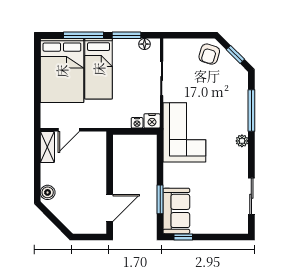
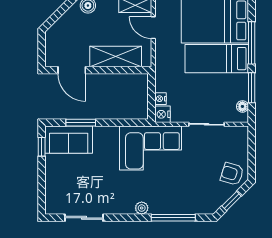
shelving: (97, 166) -> (116, 57), added

